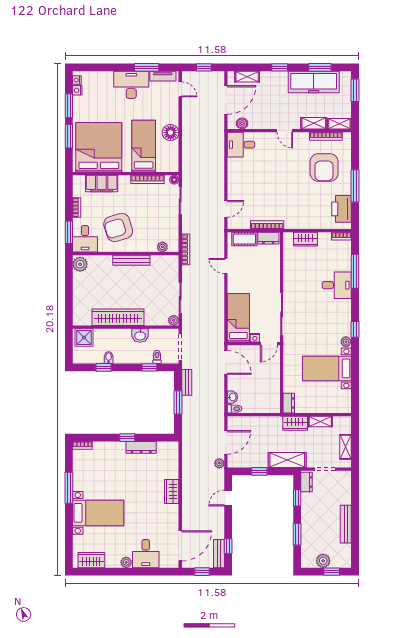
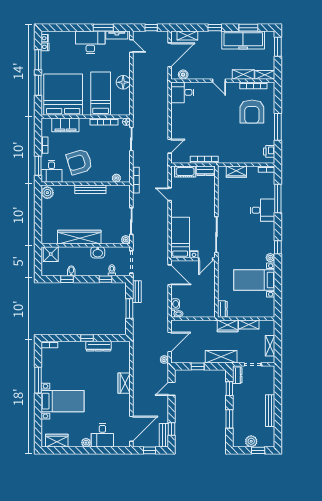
printer: (341, 209) -> (269, 151), width x0.53, depth x0.68

